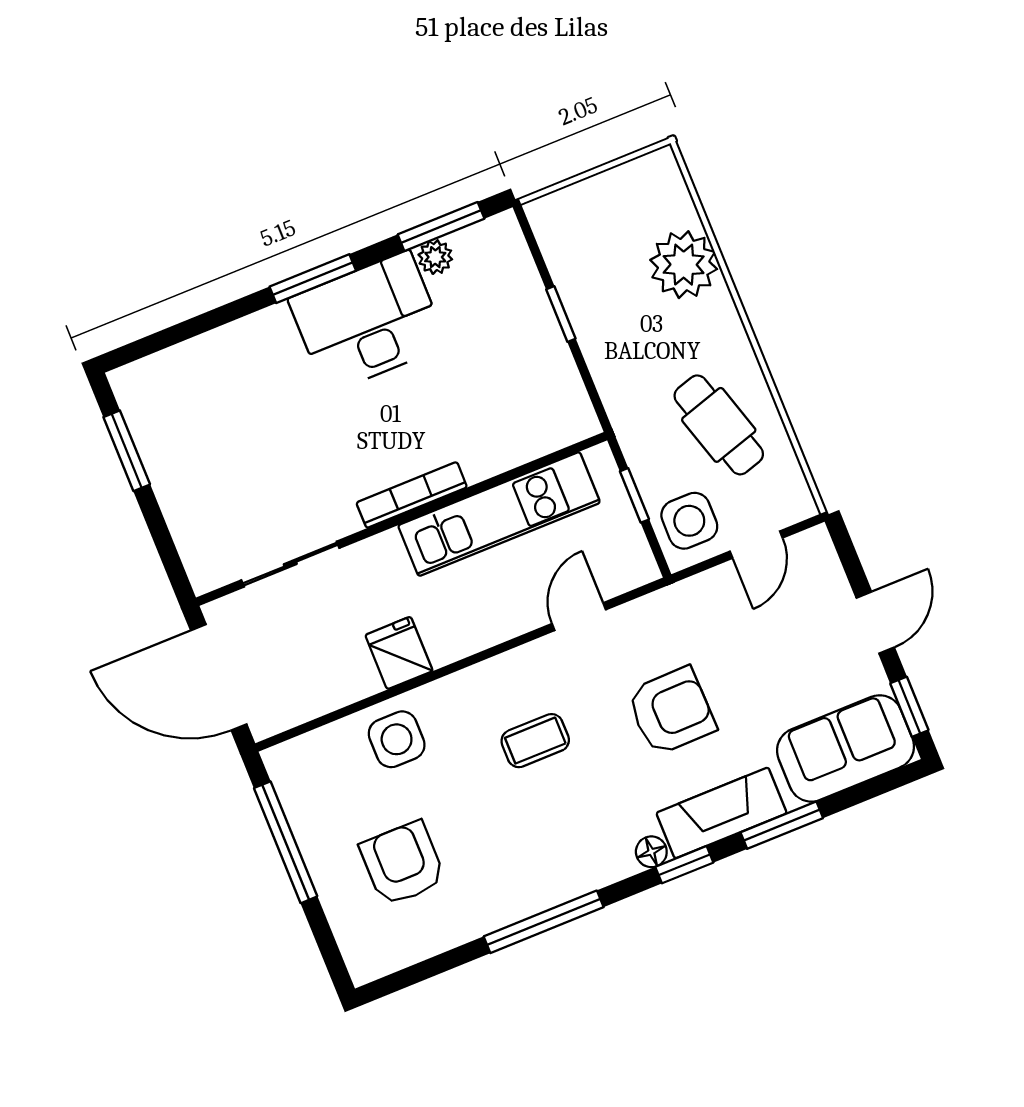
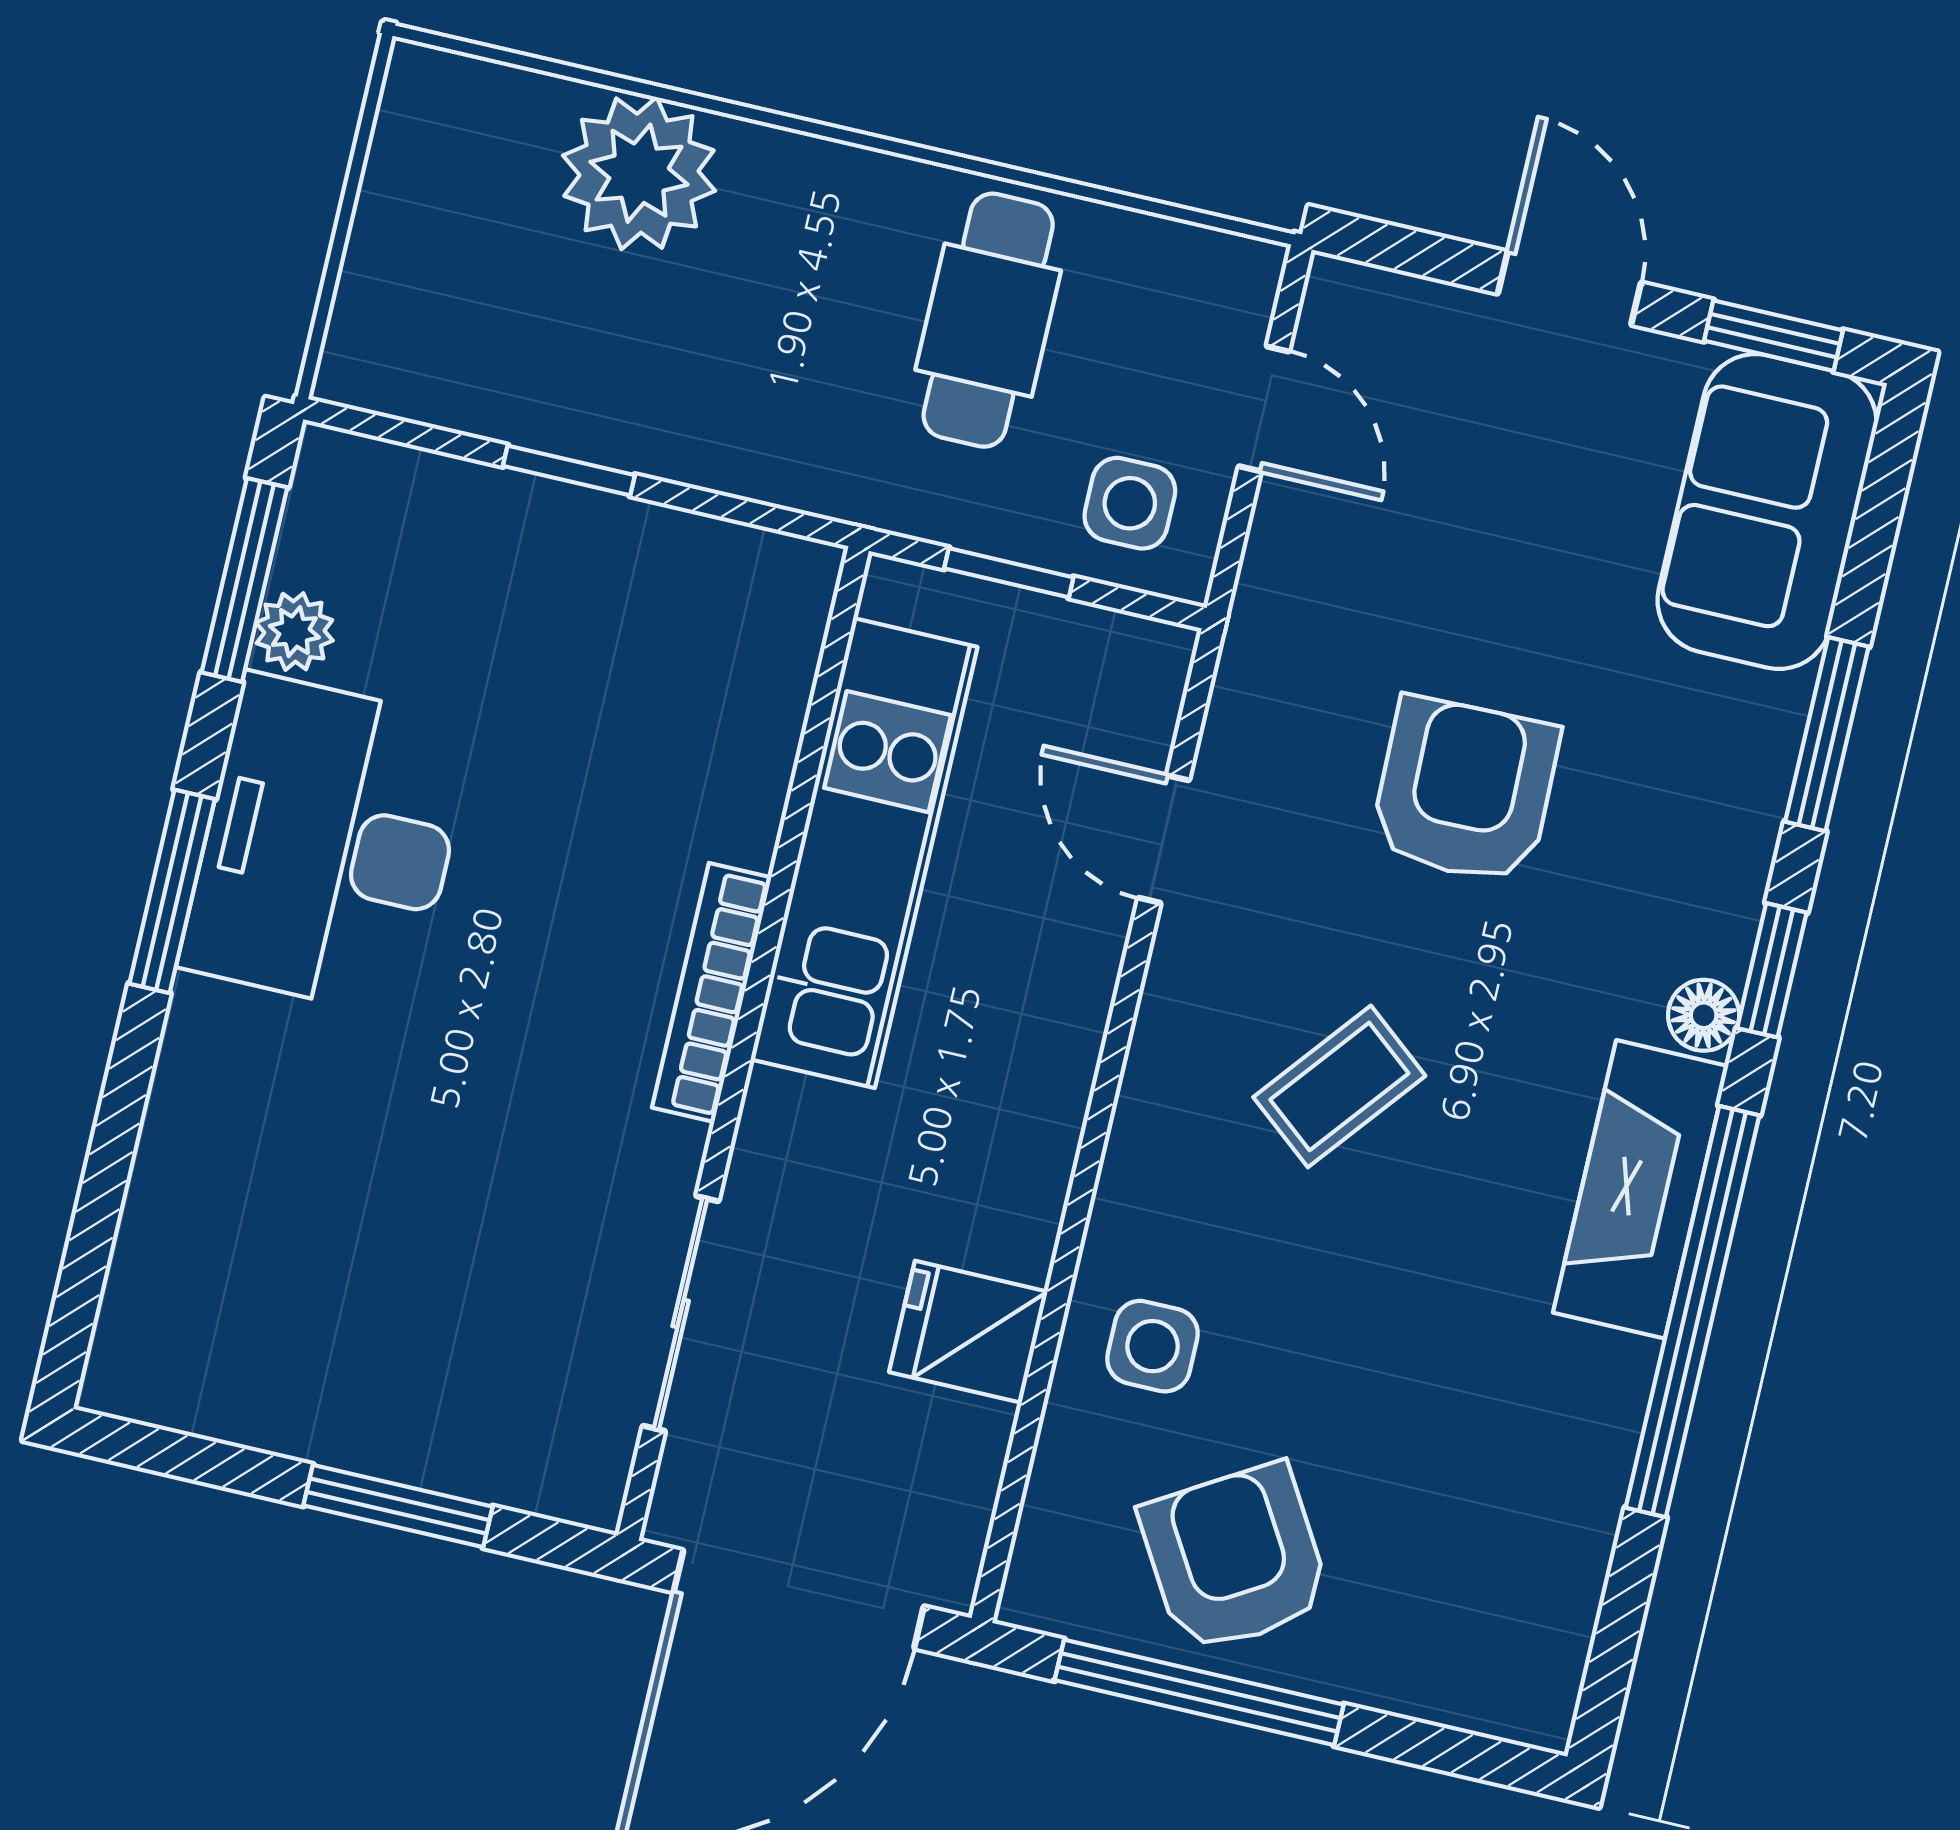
cafe table: (719, 425) -> (988, 320), turned -73
window: (127, 451) -> (398, 1506), moved
side table: (689, 521) -> (1130, 503), width x0.73, depth x0.73
fridge: (399, 653) -> (968, 1332), moved
side table: (397, 739) -> (1153, 1346), width x0.73, depth x0.73
coffee table: (535, 741) -> (1339, 1086), turned 39
fireplace: (722, 813) -> (1641, 1189), moved
armchair: (403, 863) -> (1235, 1558), moved, turned 59
window: (544, 922) -> (1693, 1312), width x1.46

